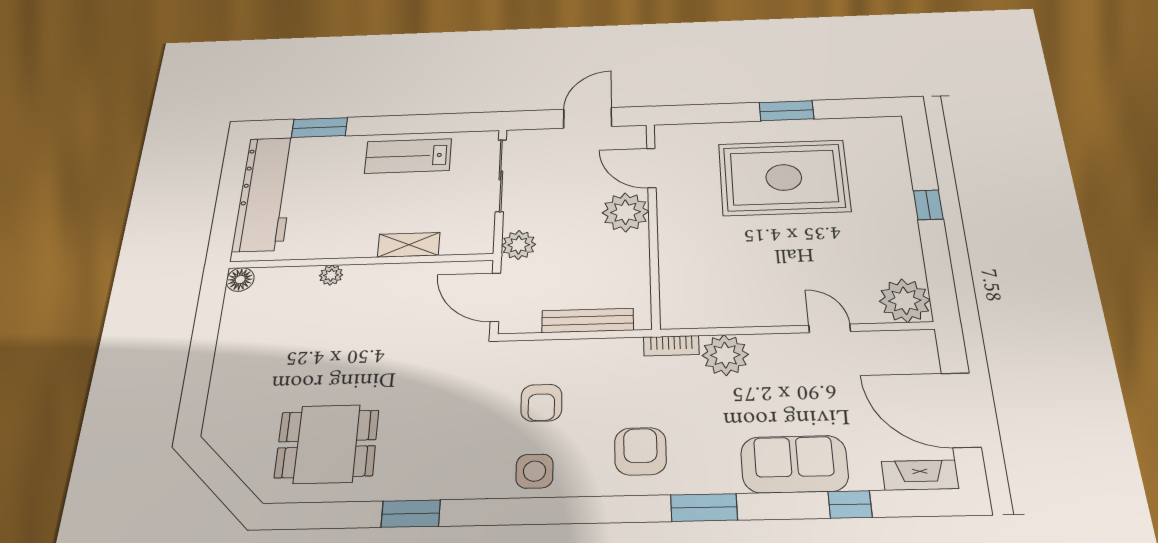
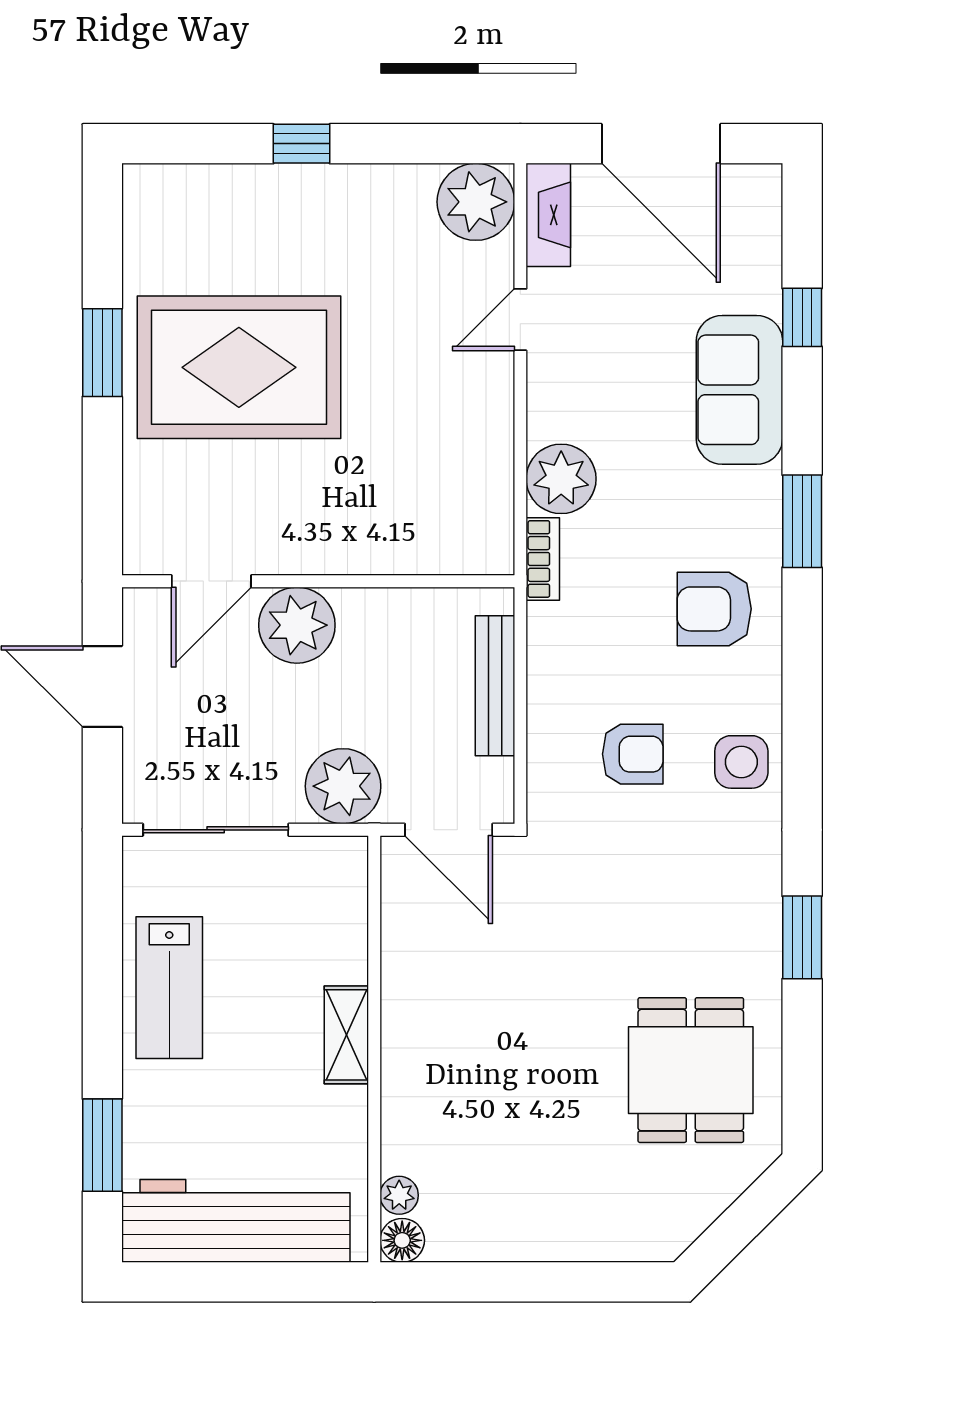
rug: (784, 177) -> (239, 367), turned 90
shelving: (409, 245) -> (346, 1035), moved
plant: (519, 245) -> (343, 786), width x1.36, depth x1.36
plant: (331, 275) -> (399, 1195), moved
door: (495, 297) -> (449, 830), hinge flipped
door: (961, 410) -> (661, 144), hinge flipped
fireplace: (920, 475) -> (548, 215), moved, turned 180

